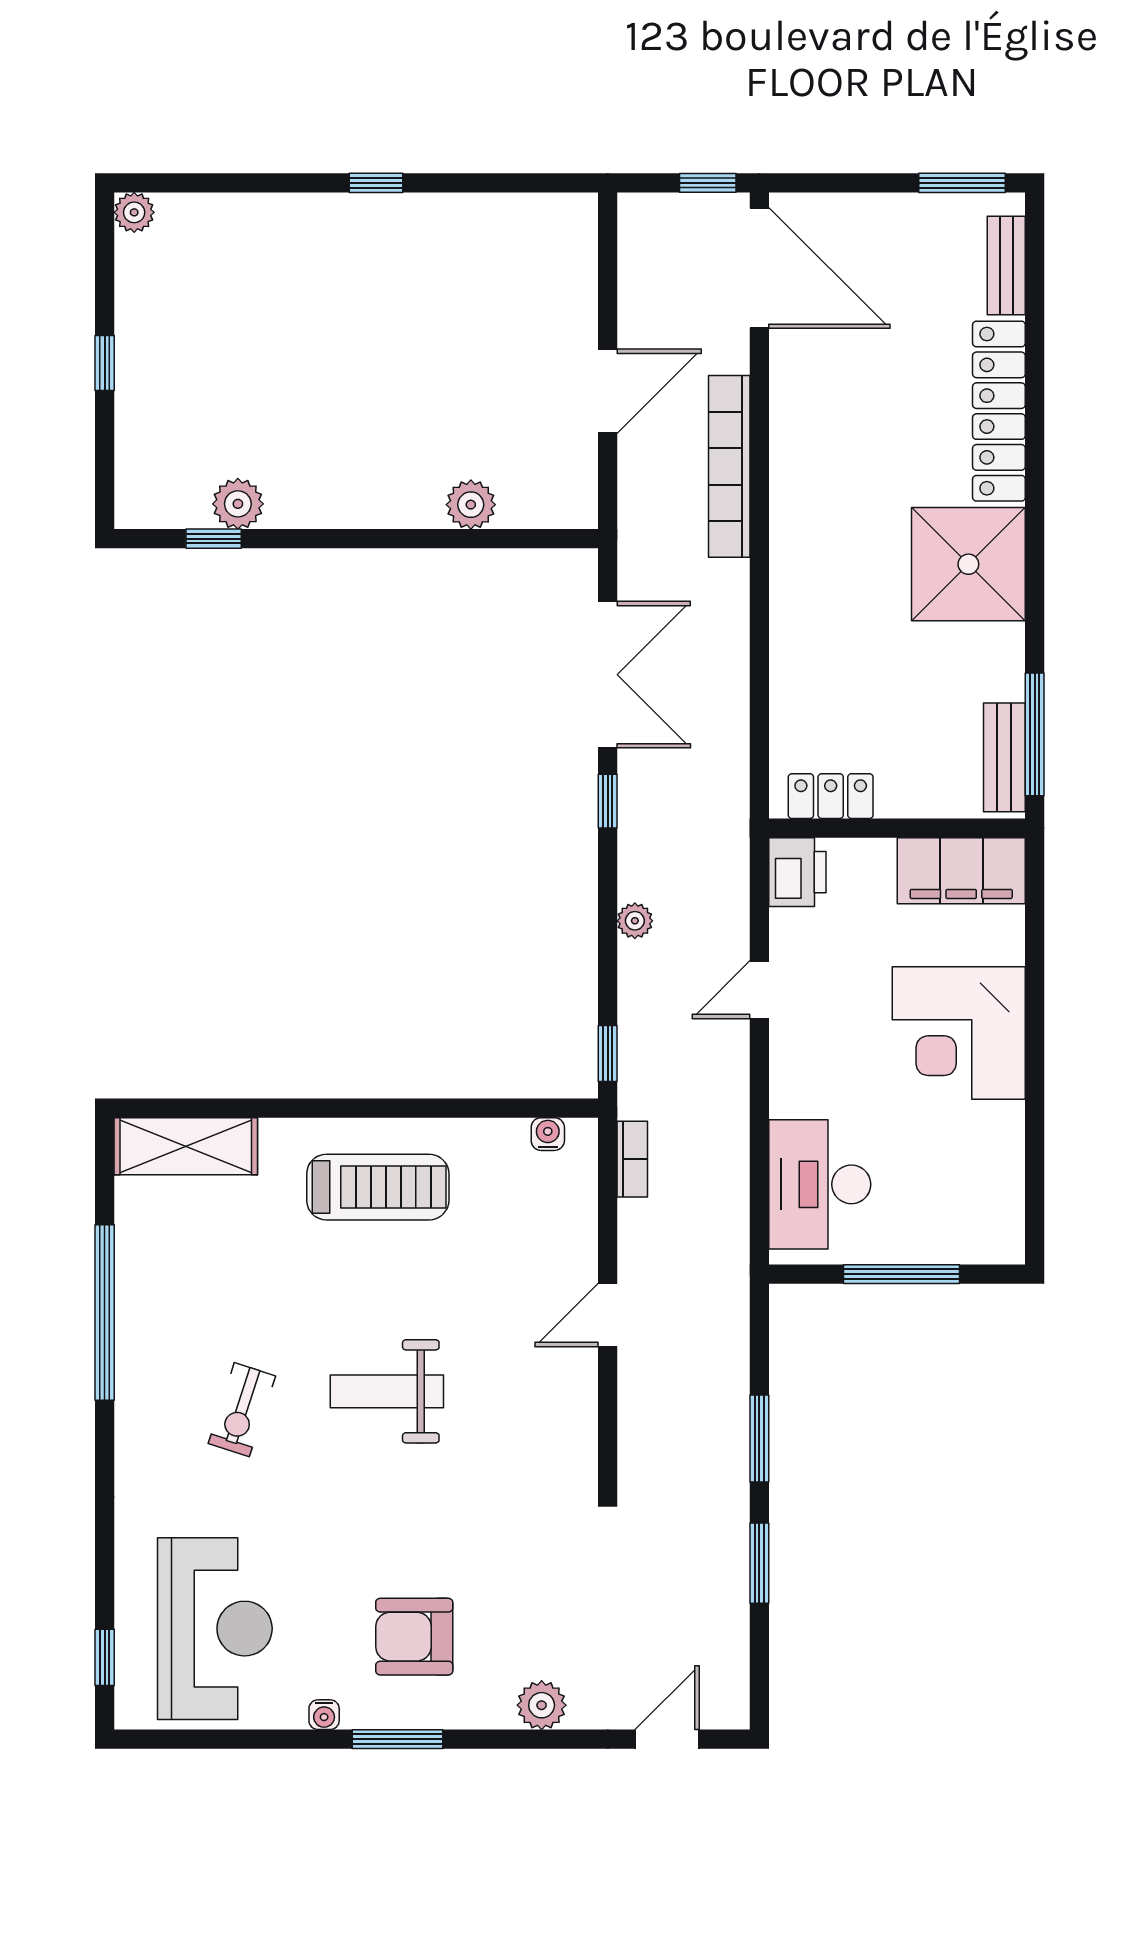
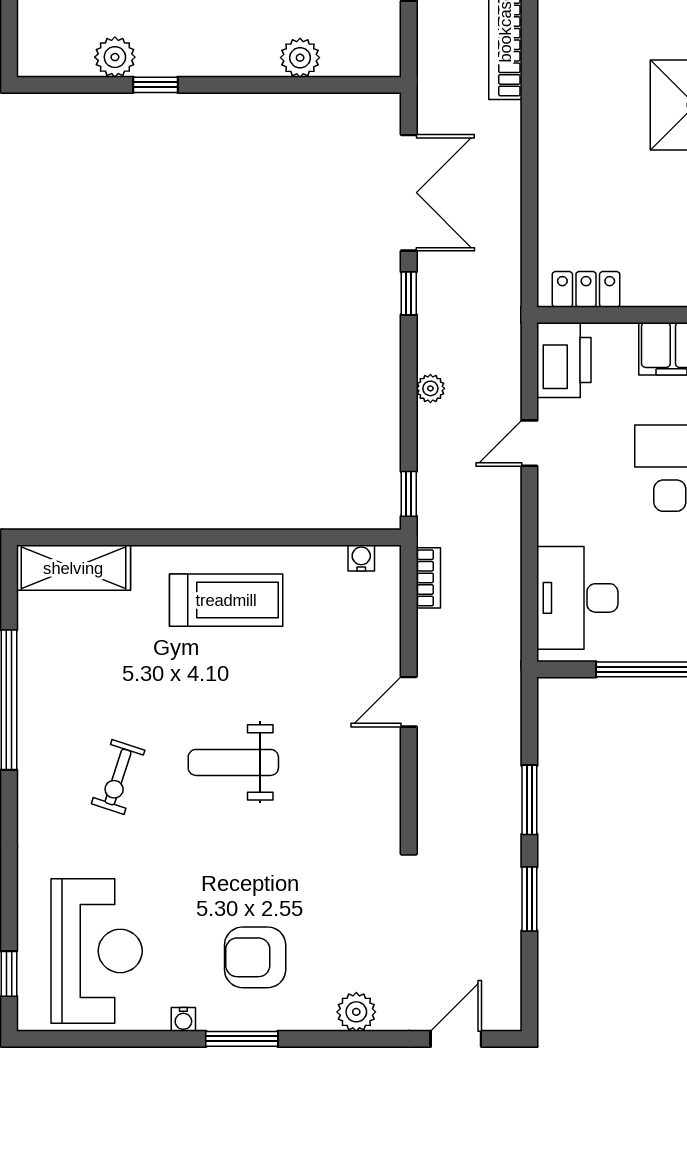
window: (214, 539) -> (155, 85), moved
printer: (797, 872) -> (564, 360), width x1.37, depth x1.19

